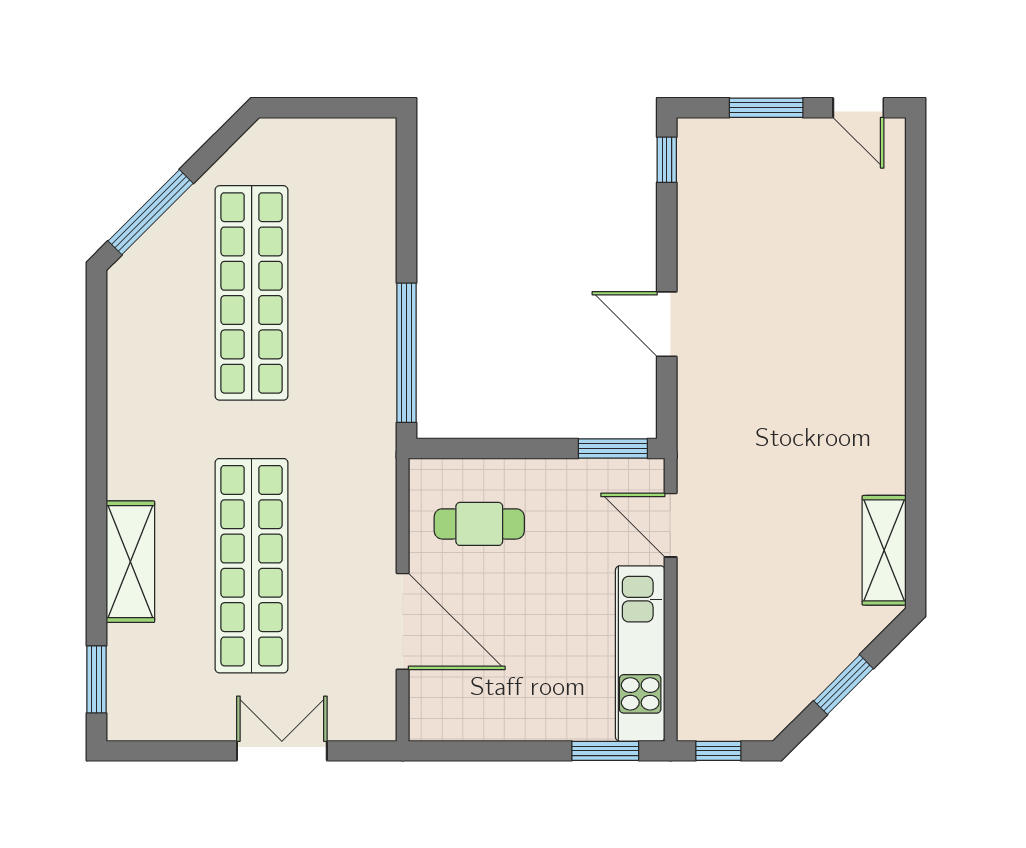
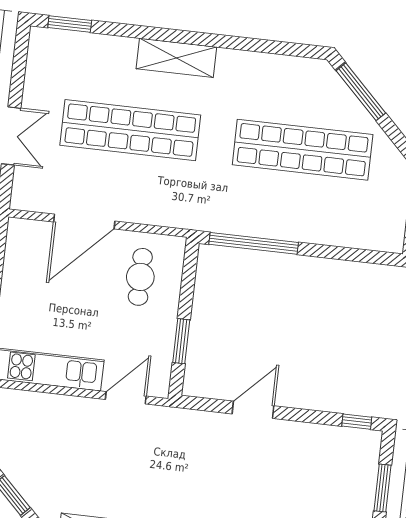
window: (613, 448) -> (181, 341), moved
shelving: (130, 562) -> (176, 58), moved

